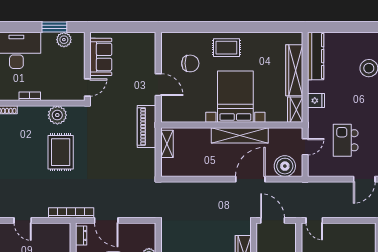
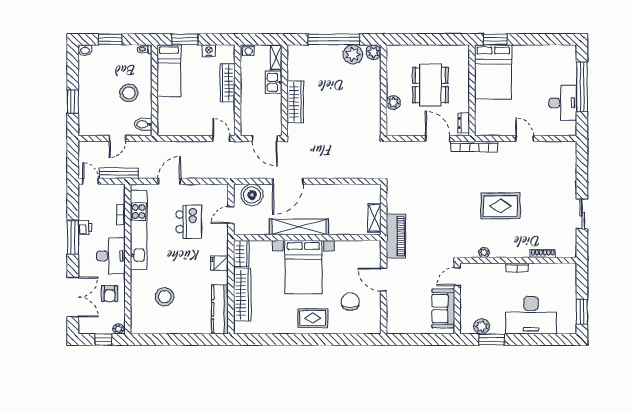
chair: (190, 63) -> (350, 302), turned 90
plant: (57, 115) -> (484, 253), width x0.53, depth x0.53
rug: (61, 152) -> (500, 206), moved, turned 90

